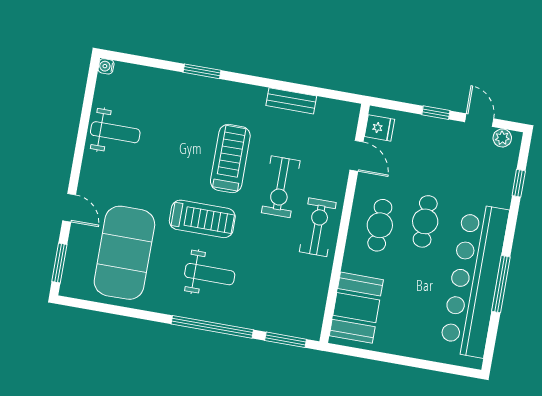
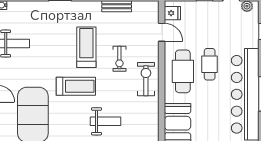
exercise bike: (281, 187) -> (119, 59), width x0.73, depth x0.72
cafe table: (380, 225) -> (183, 71), width x1.37, depth x1.35
weight bench: (210, 274) -> (106, 121), moved

